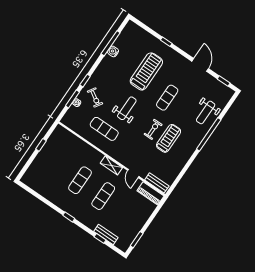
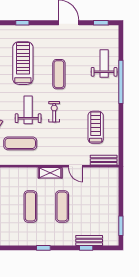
weight bench: (206, 112) -> (104, 63), turned 180
exercise bike: (153, 129) -> (54, 112), moved
treadmill: (169, 138) -> (96, 127), moved
piano: (150, 193) -> (104, 174), removed

